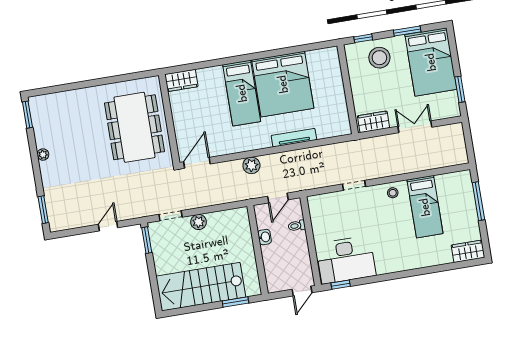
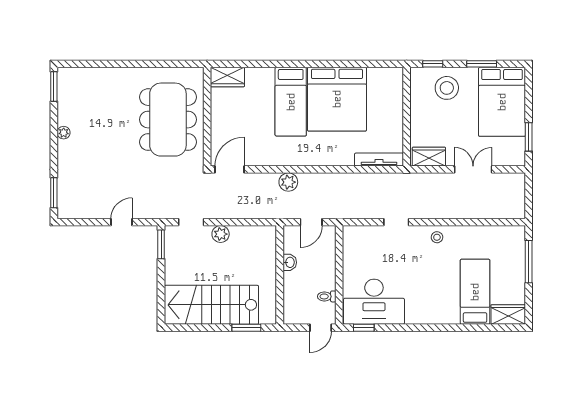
tv unit: (294, 138) -> (379, 160), moved
bed: (425, 207) -> (475, 292), moved, turned 180
toilet: (297, 226) -> (327, 296), moved

